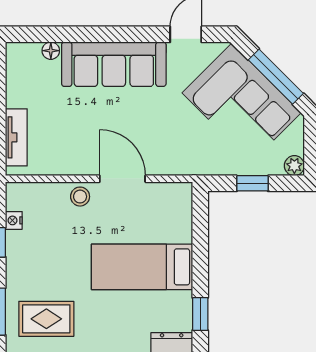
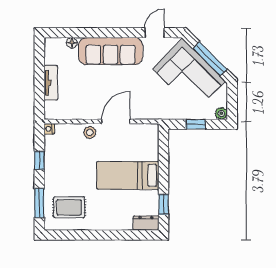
tv unit: (16, 137) -> (51, 83), moved
door: (122, 179) -> (116, 121), hinge flipped
nightstand: (14, 220) -> (49, 129), moved

